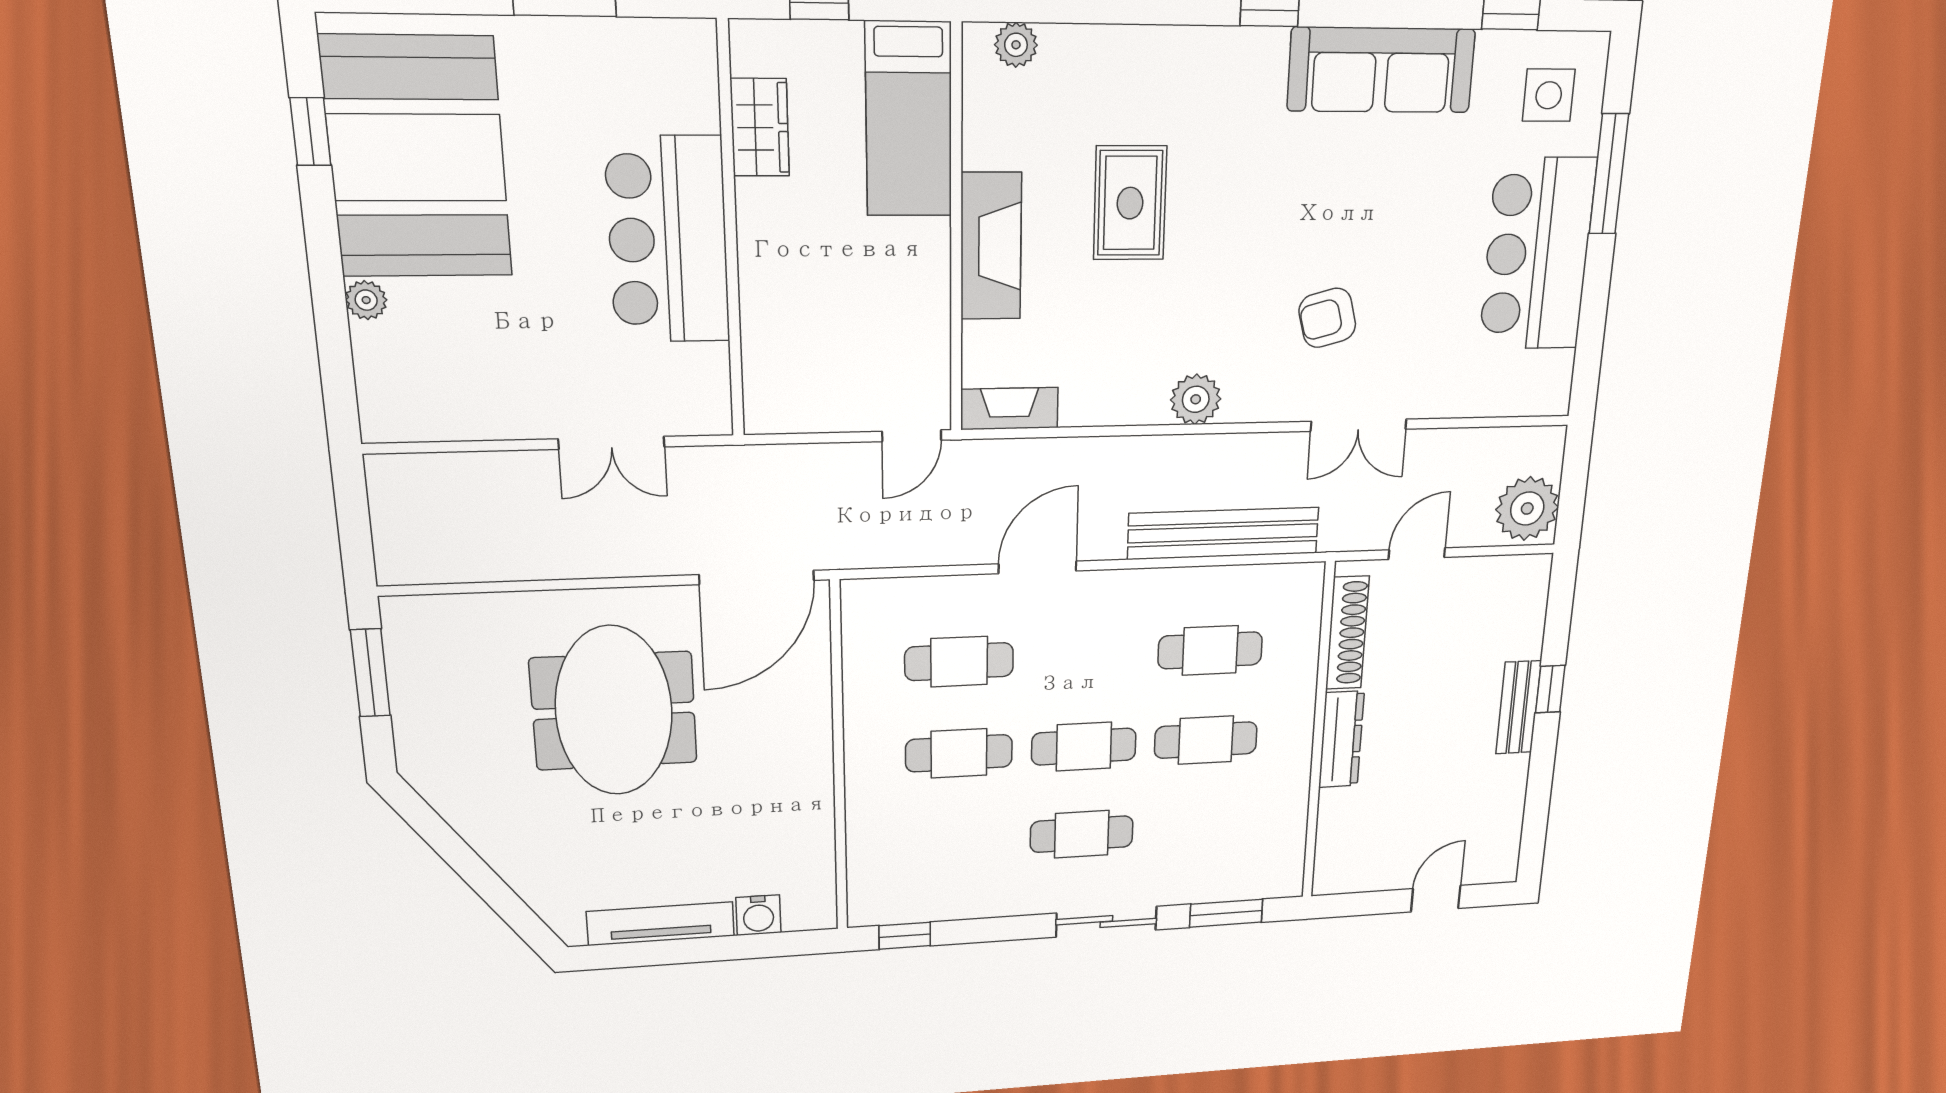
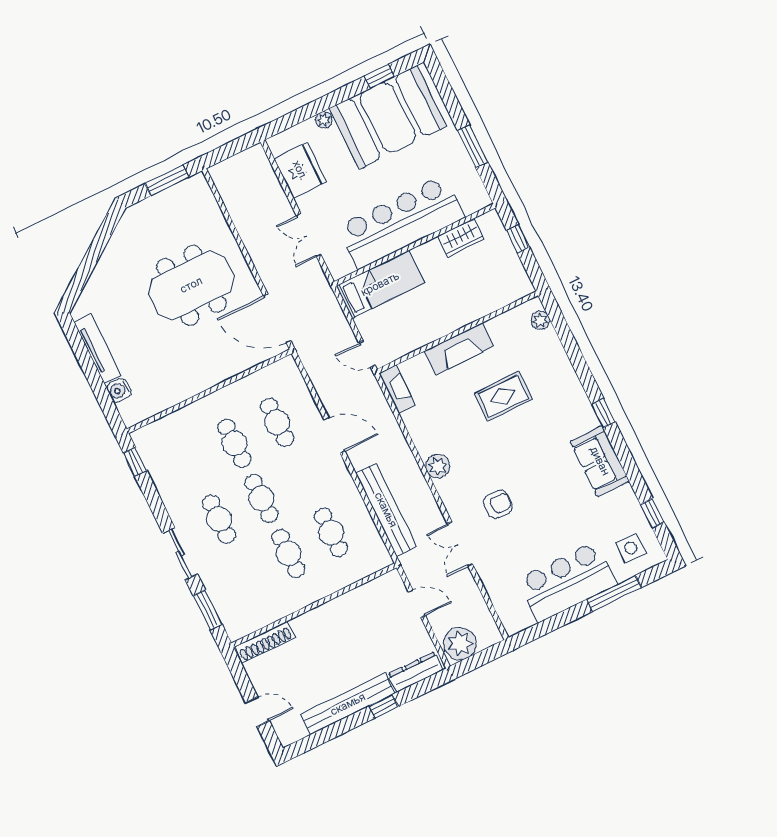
sofa: (1381, 70) -> (600, 461), width x0.73
bed: (909, 119) -> (380, 284), moved, turned 180
bar counter: (668, 240) -> (401, 222), width x1.36
armchair: (1327, 318) -> (498, 504), turned 105
fridge: (461, 399) -> (300, 170), added
shoe rack: (1347, 633) -> (265, 642), moved
bench: (1519, 707) -> (348, 704), width x1.86, depth x1.21
dresser: (1341, 739) -> (415, 672), moved, turned 180

